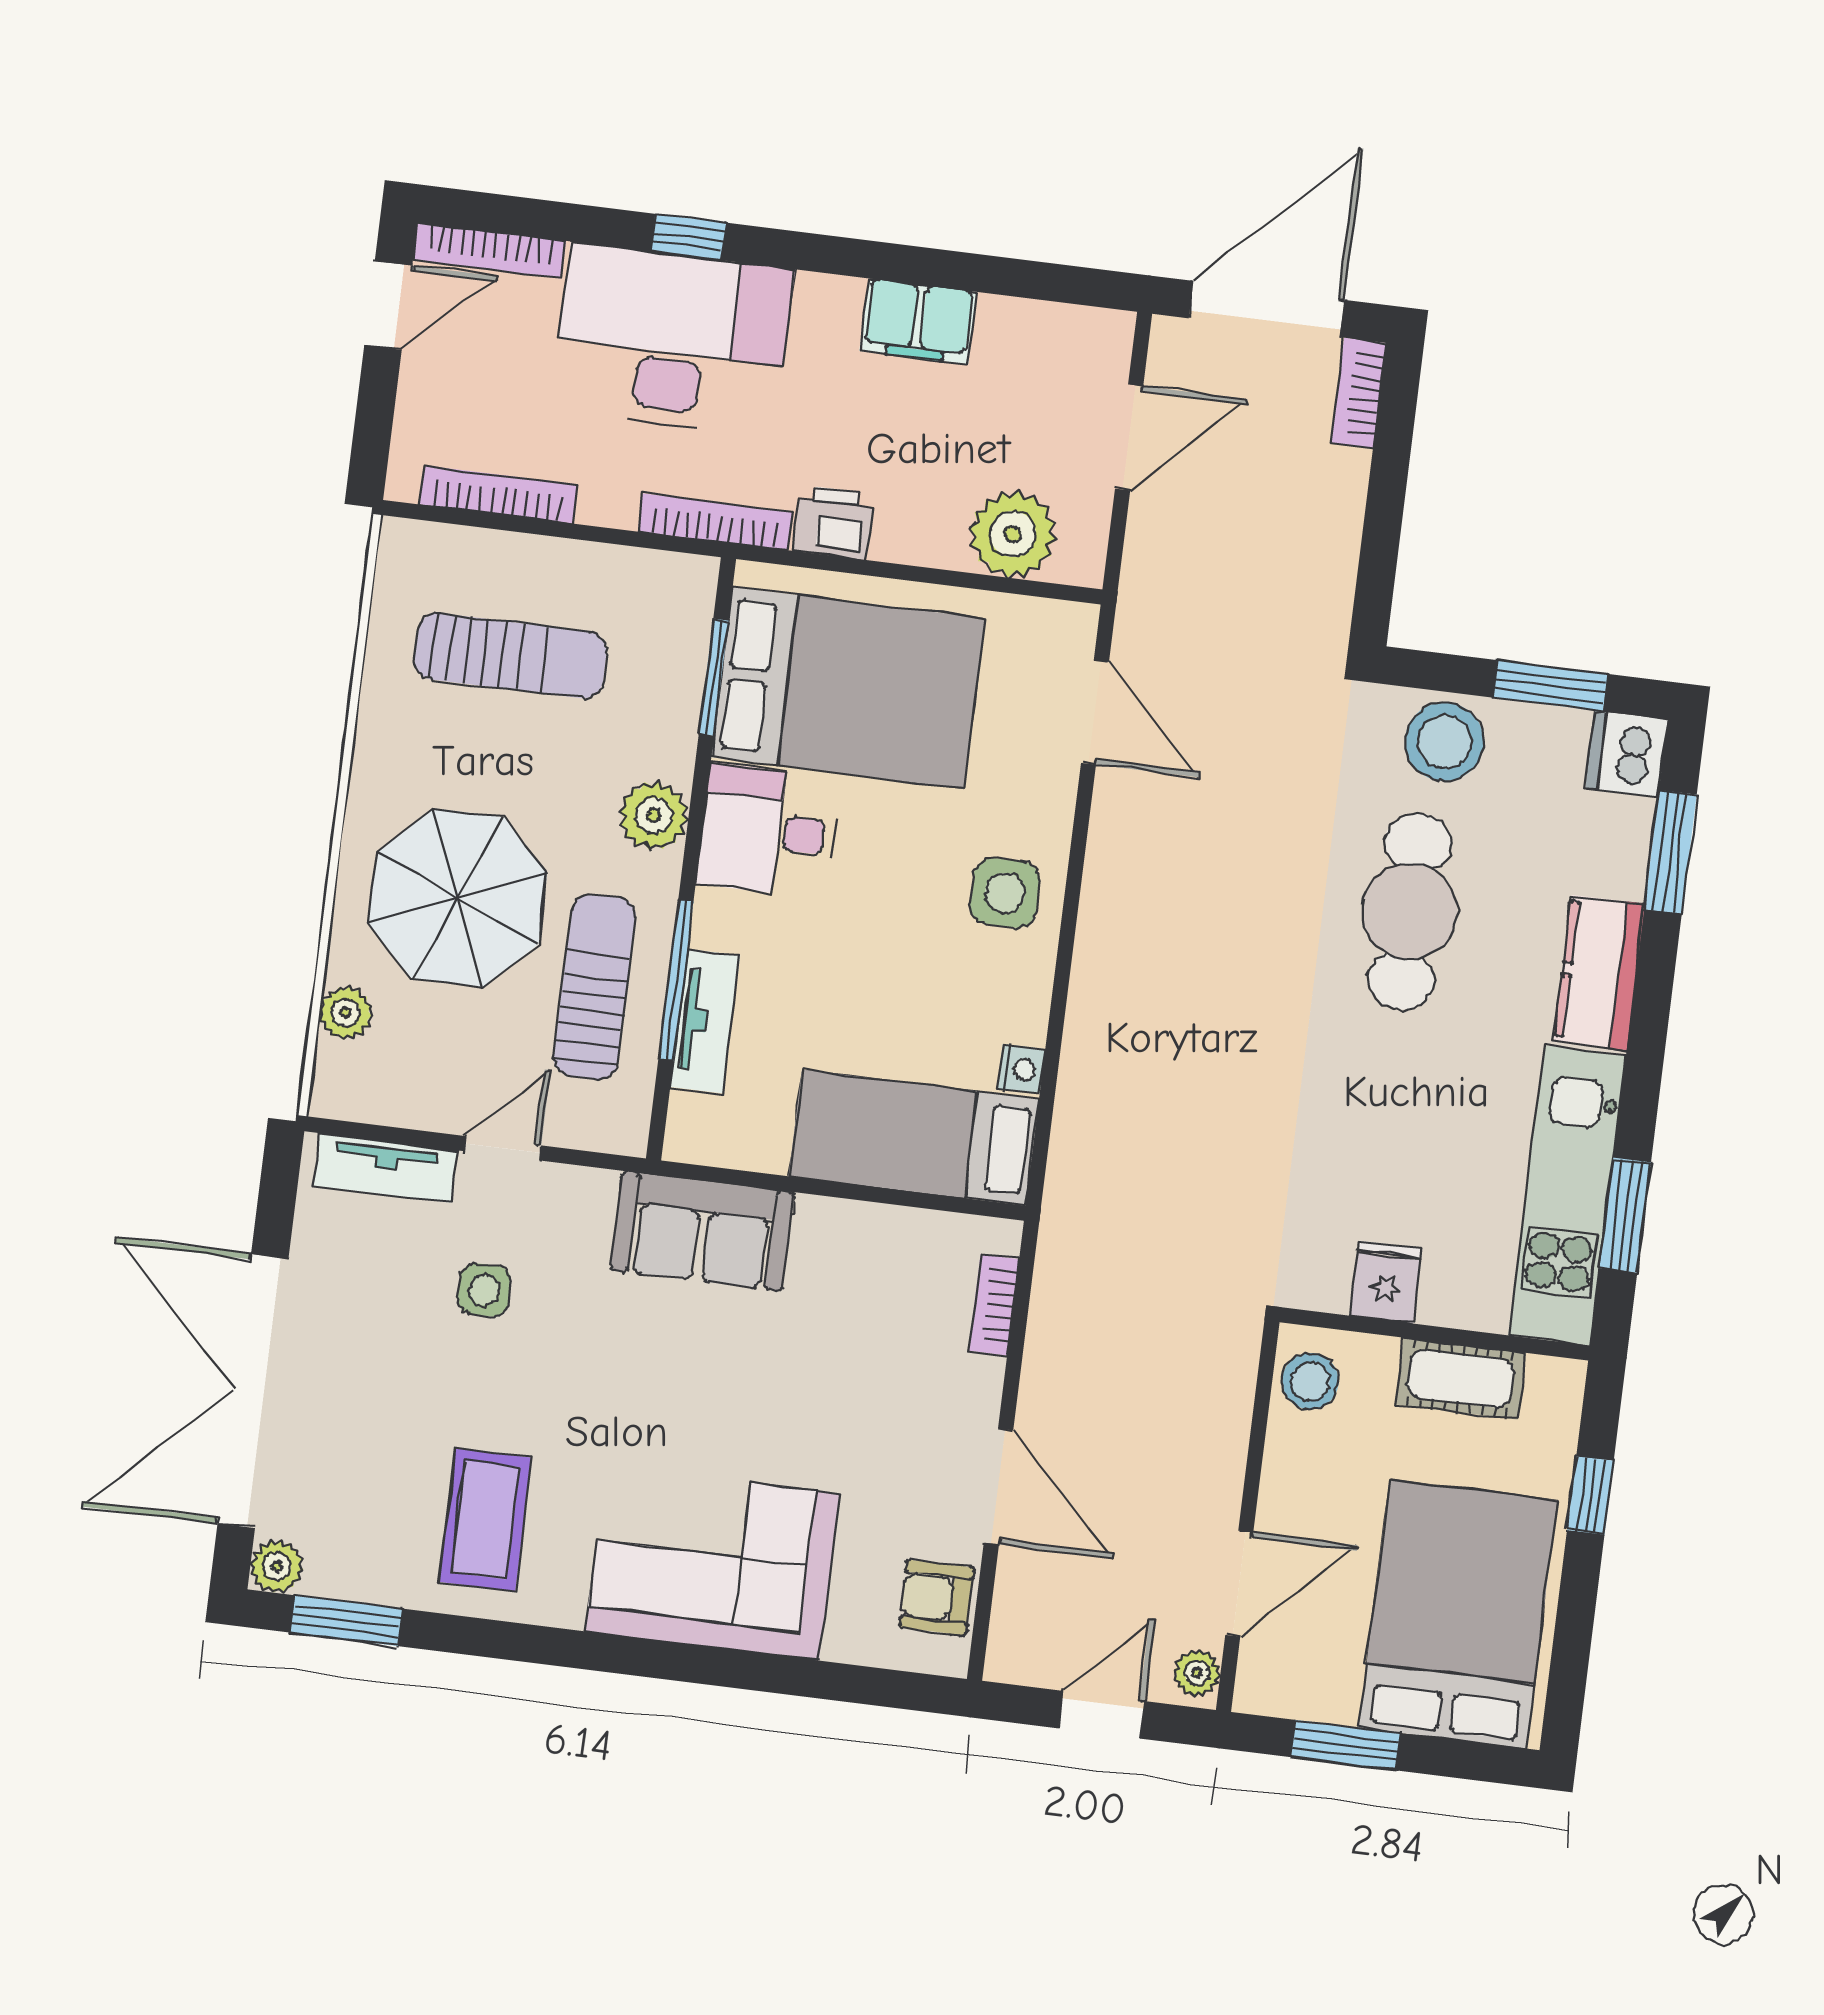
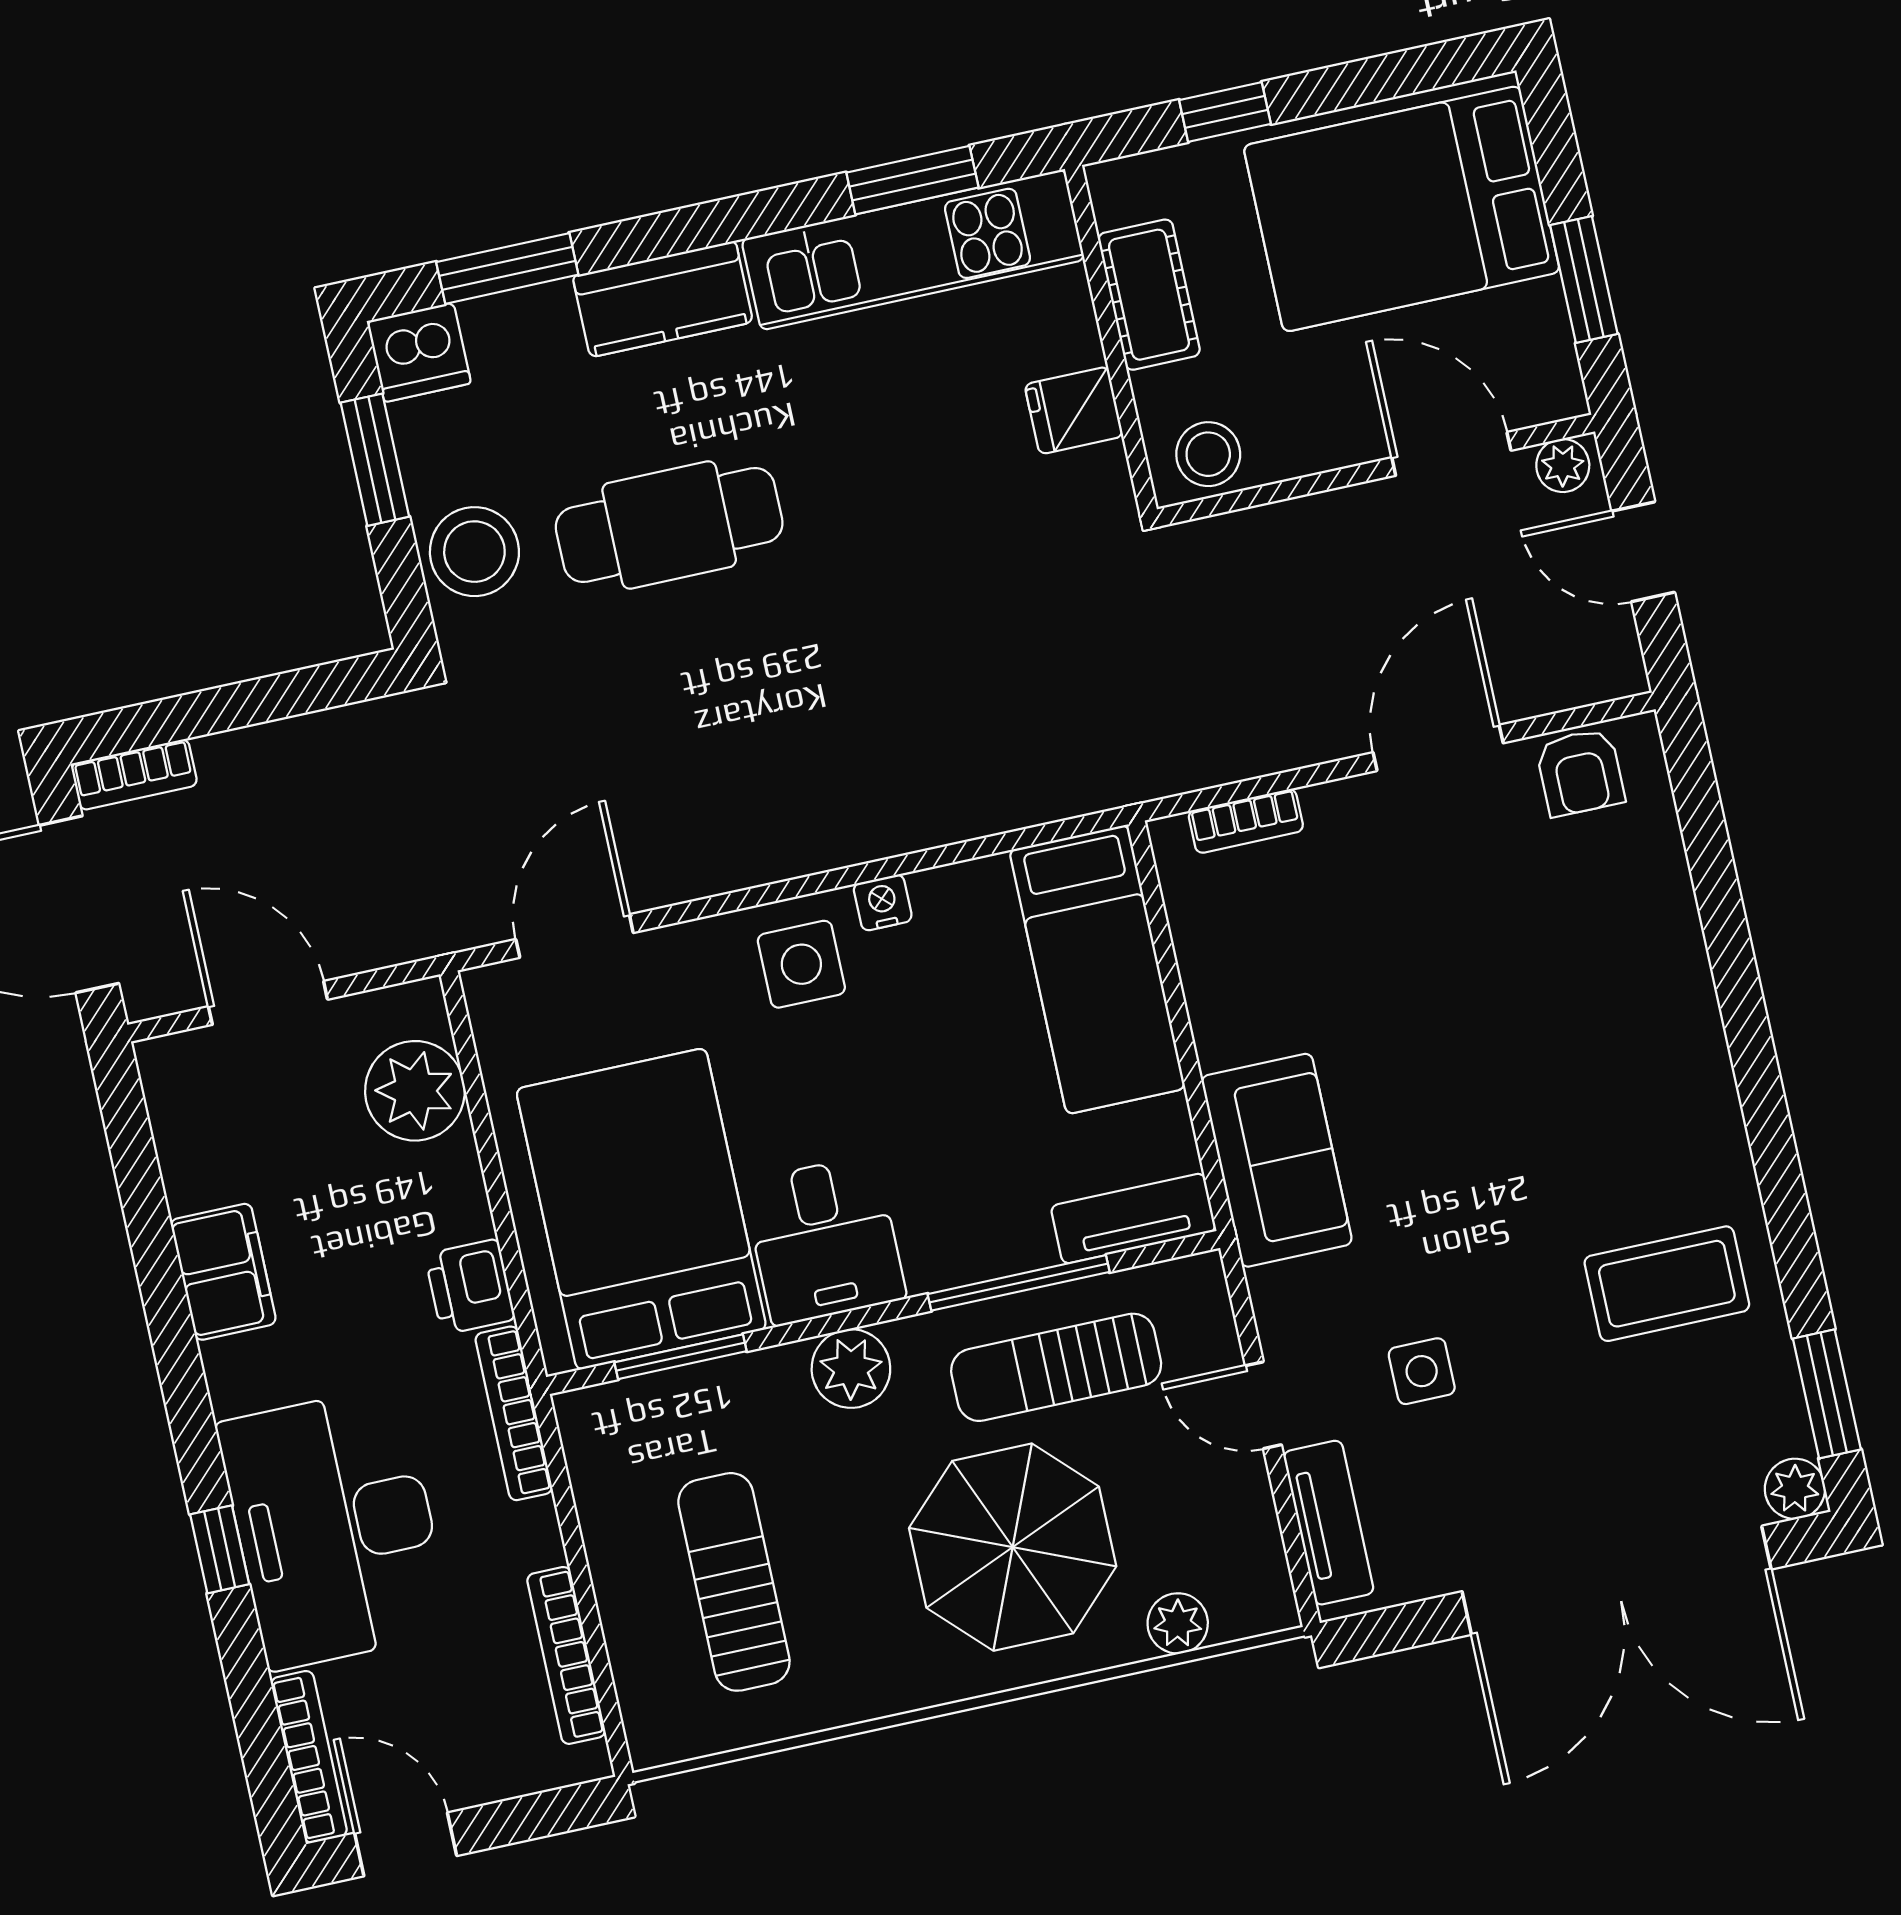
tv unit: (705, 1021) -> (1133, 1218), moved
nightstand: (1021, 1069) -> (883, 902), moved
corner sofa: (712, 1563) -> (1627, 1025), removed

